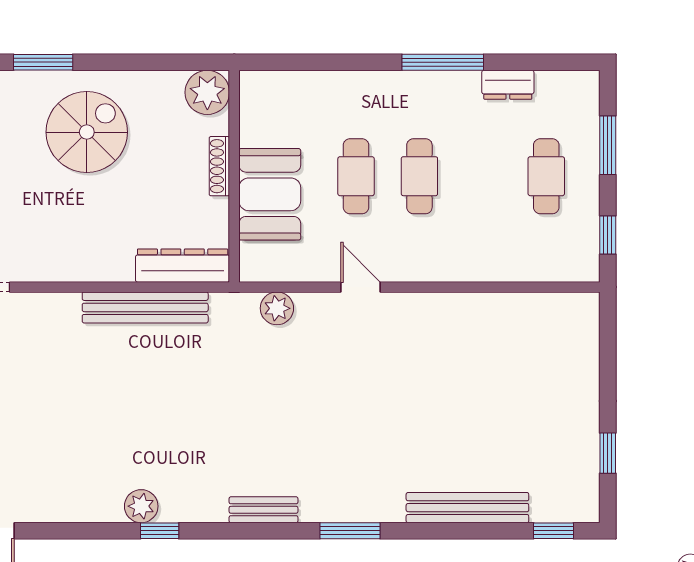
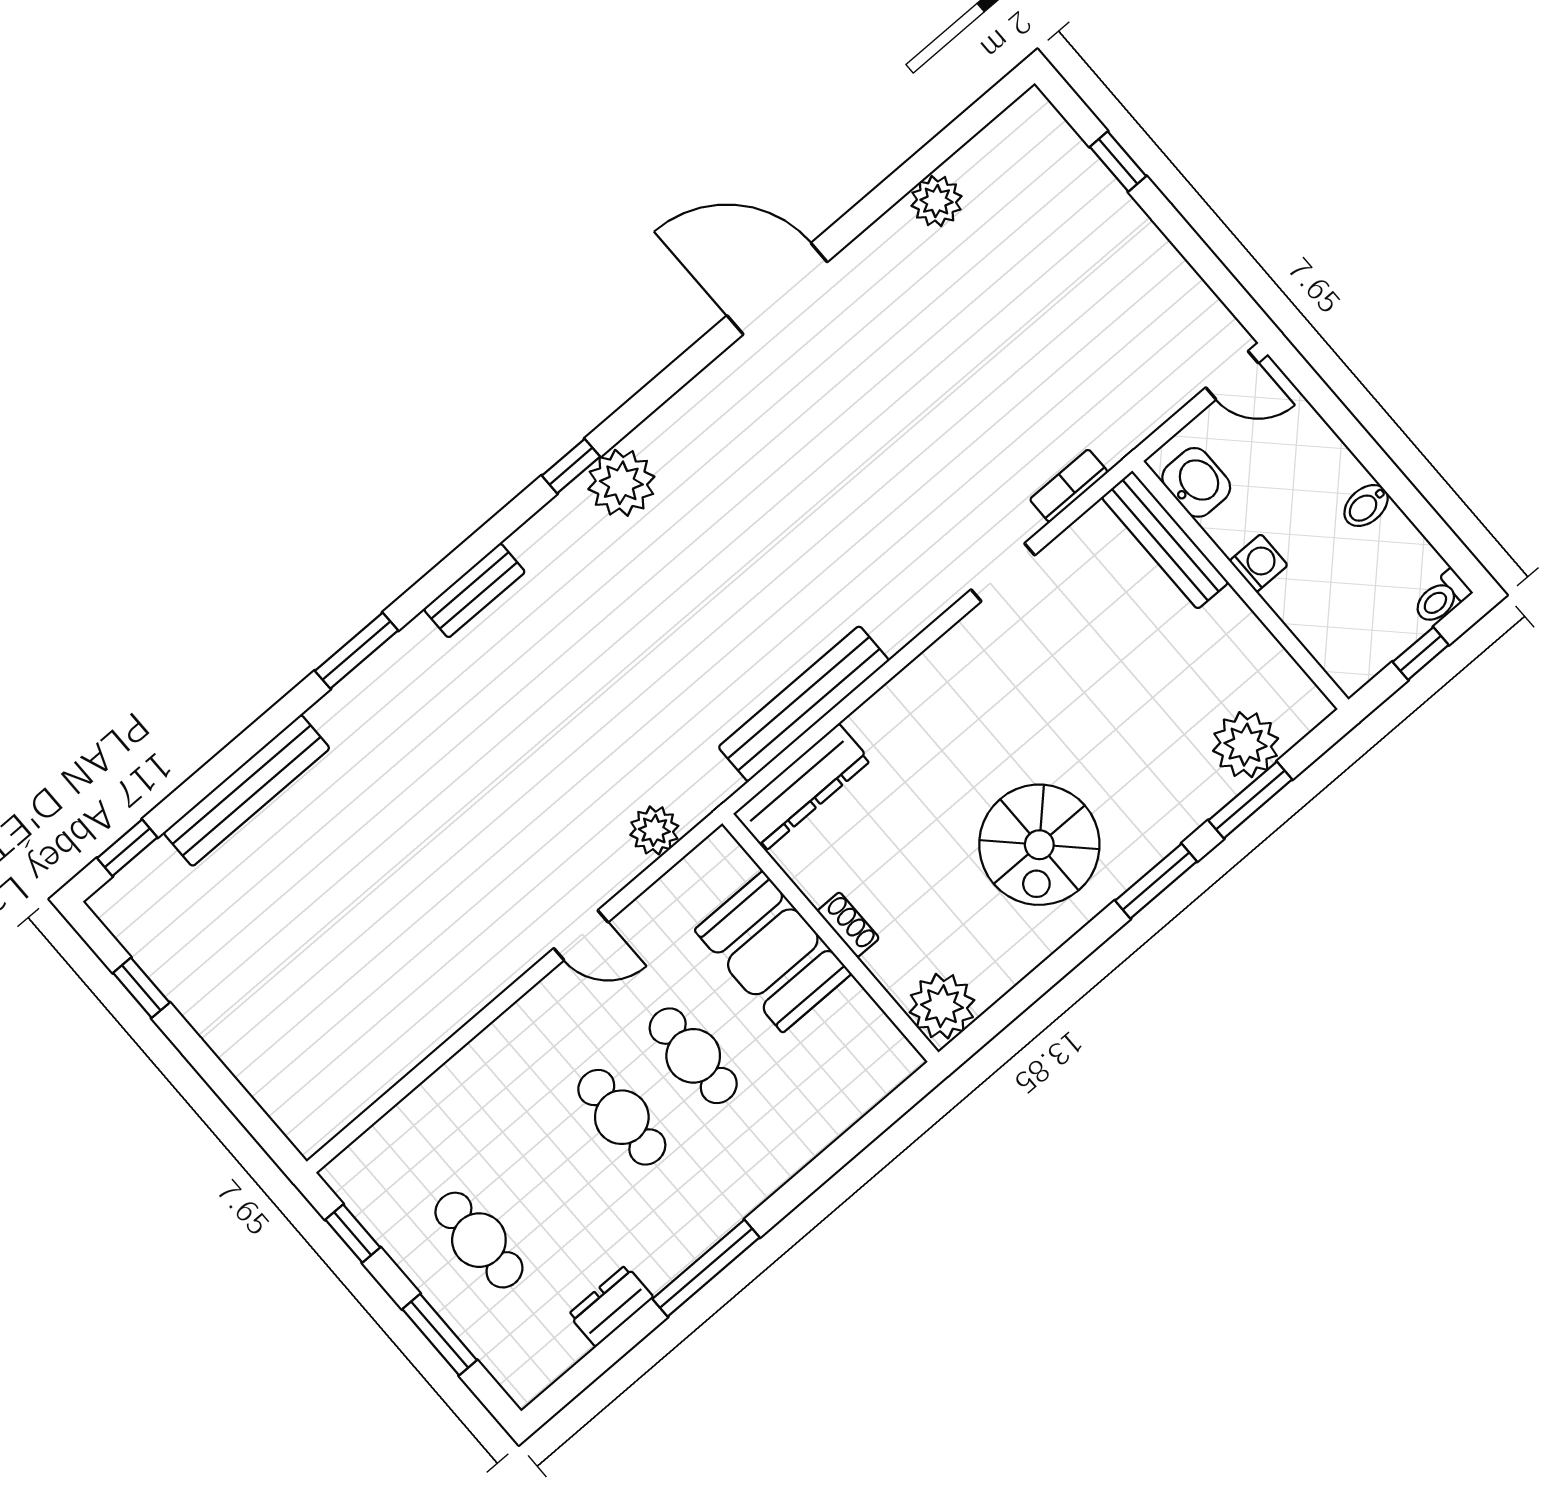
shoe rack: (219, 166) -> (848, 925), width x0.70
plant: (141, 506) -> (621, 483), width x1.36, depth x1.36

